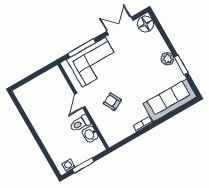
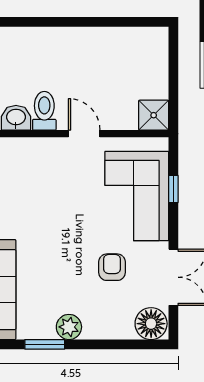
window: (82, 48) -> (173, 189), width x0.46
shower: (55, 75) -> (154, 115), added
armchair: (112, 102) -> (112, 267), moved, turned -63

